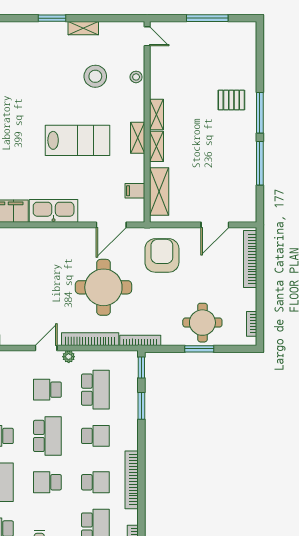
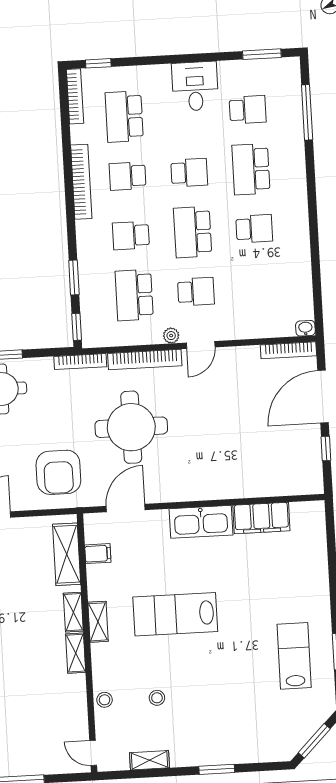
shelving: (83, 28) -> (149, 760), moved
stool: (95, 76) -> (157, 698), width x0.53, depth x0.53

